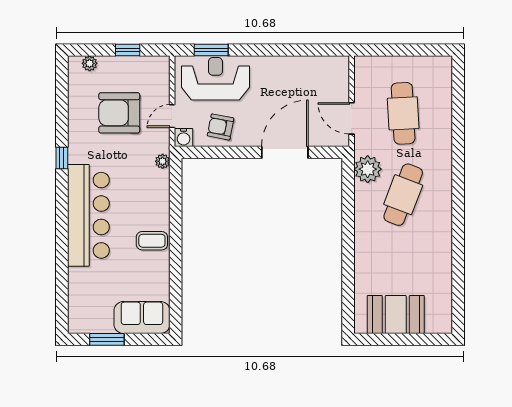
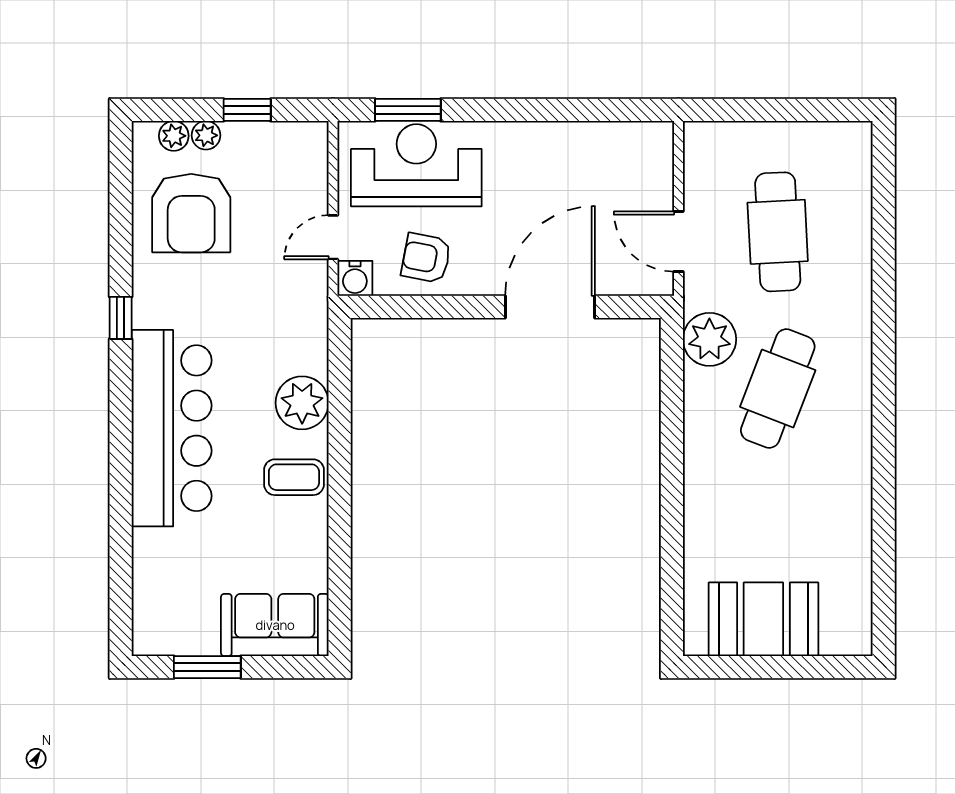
plant: (106, 63) -> (206, 135), added
armchair: (119, 113) -> (191, 213), moved, turned -90
plant: (163, 161) -> (302, 403), moved, width x1.88, depth x1.88

